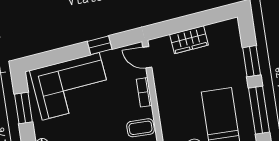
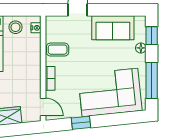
window: (23, 108) -> (152, 80), width x1.44

